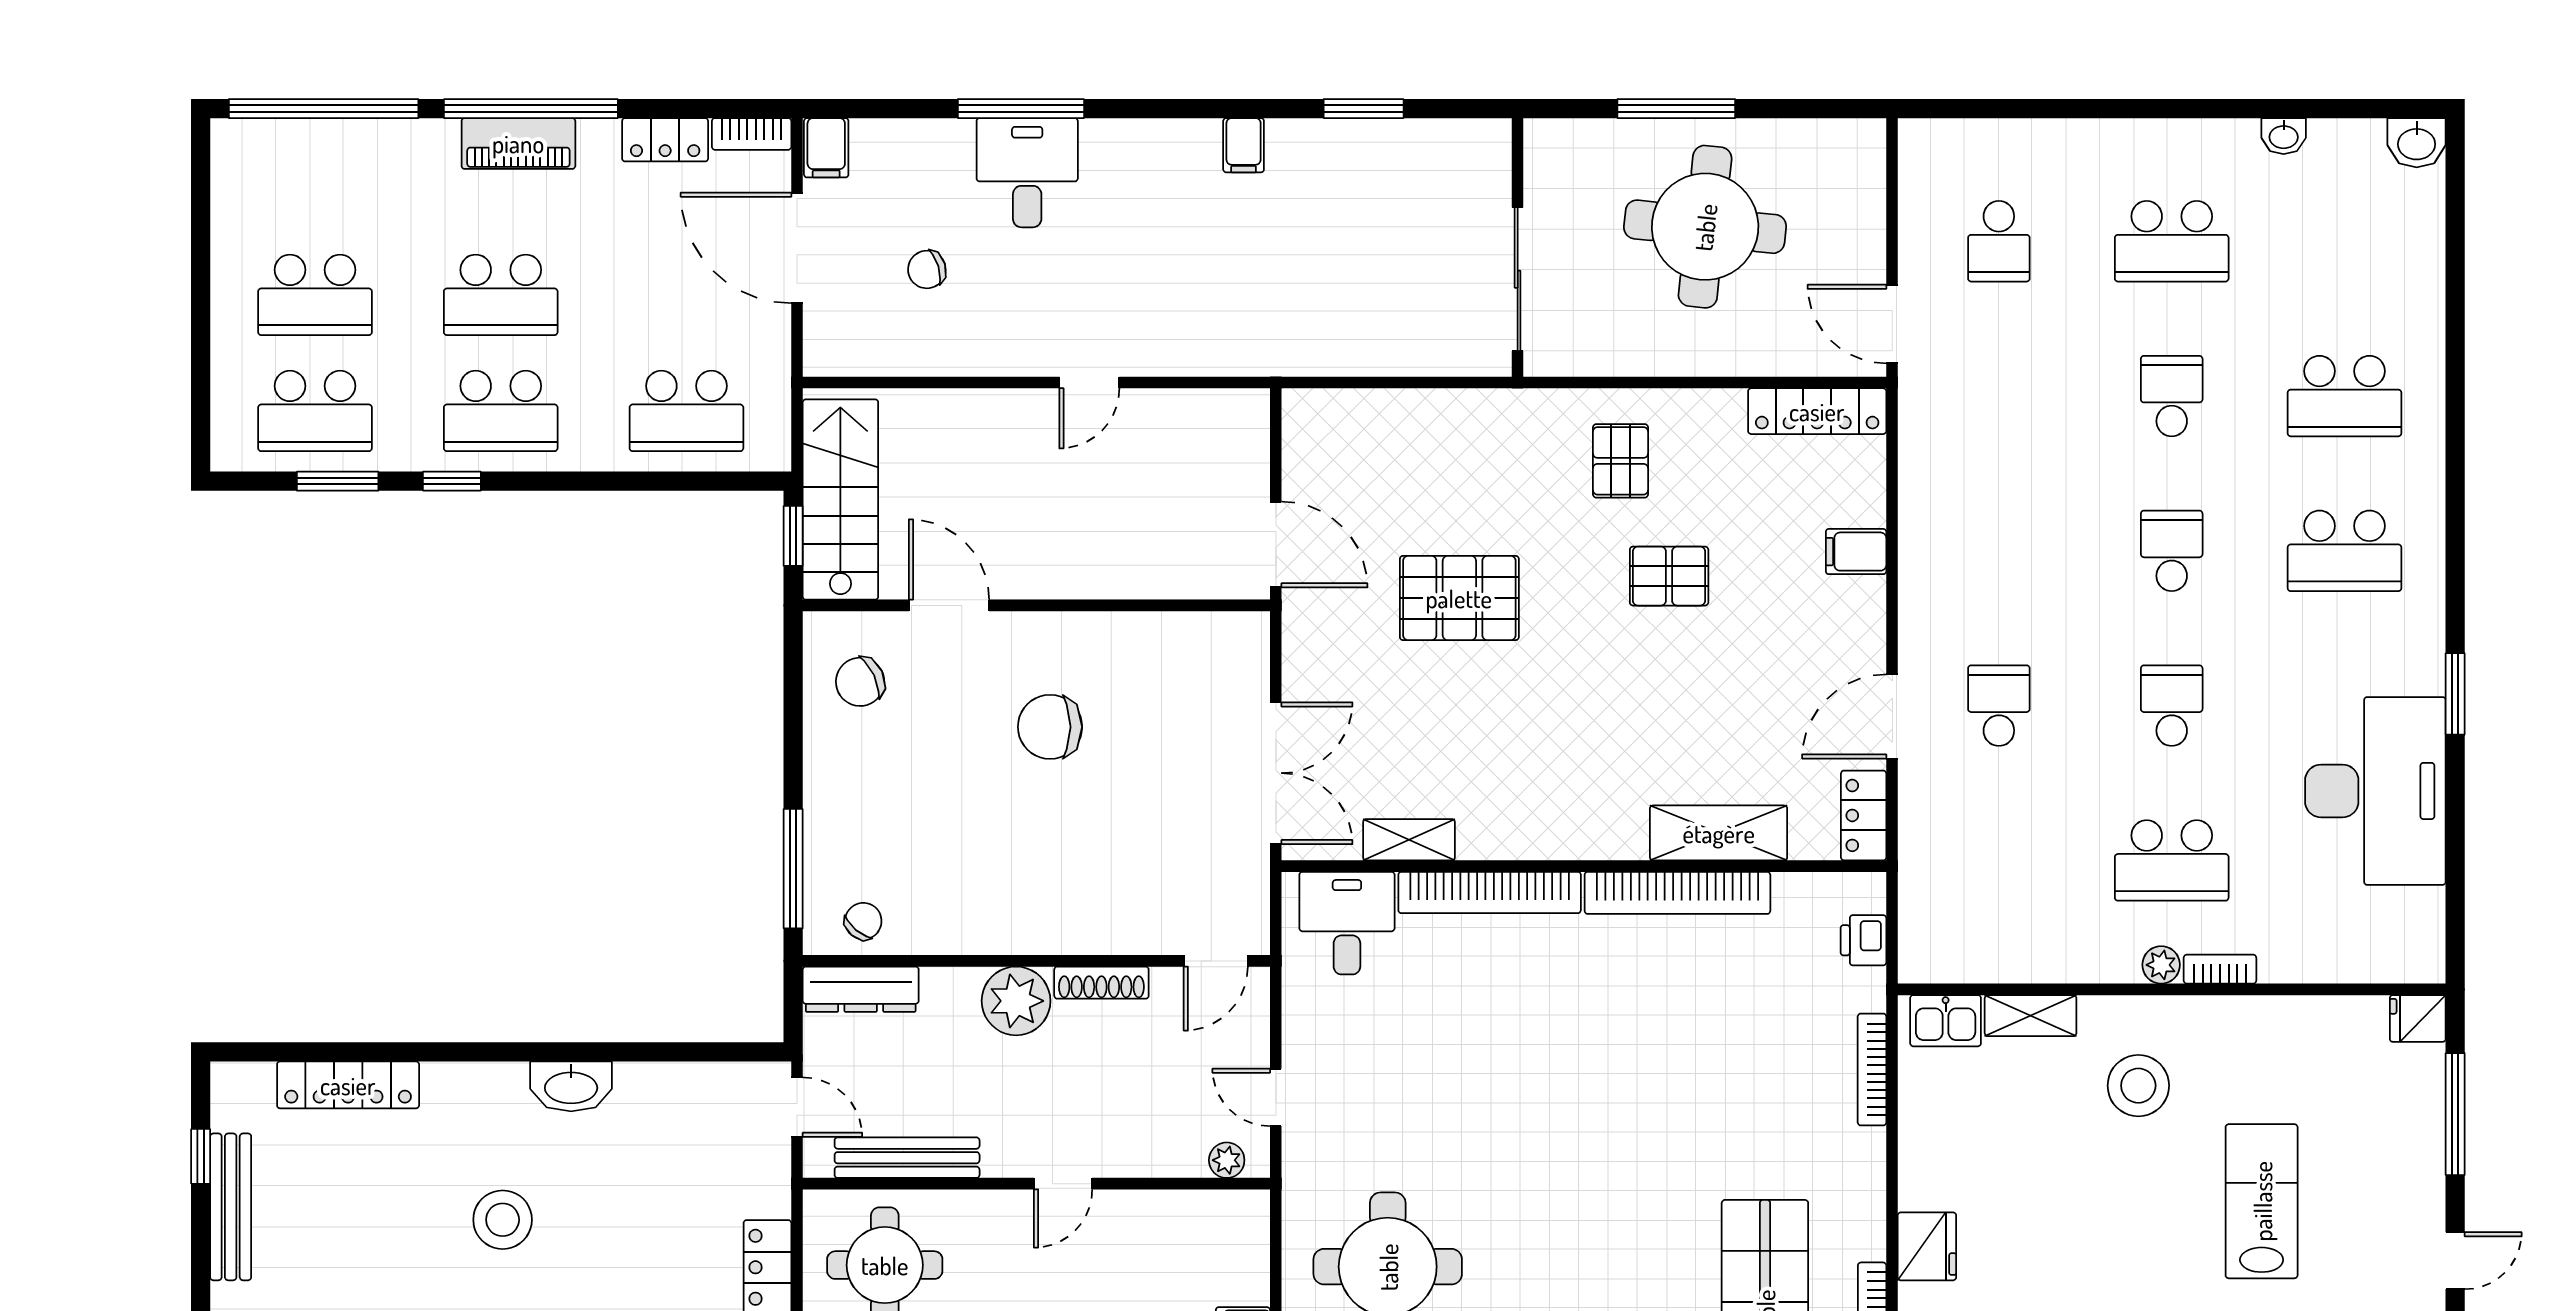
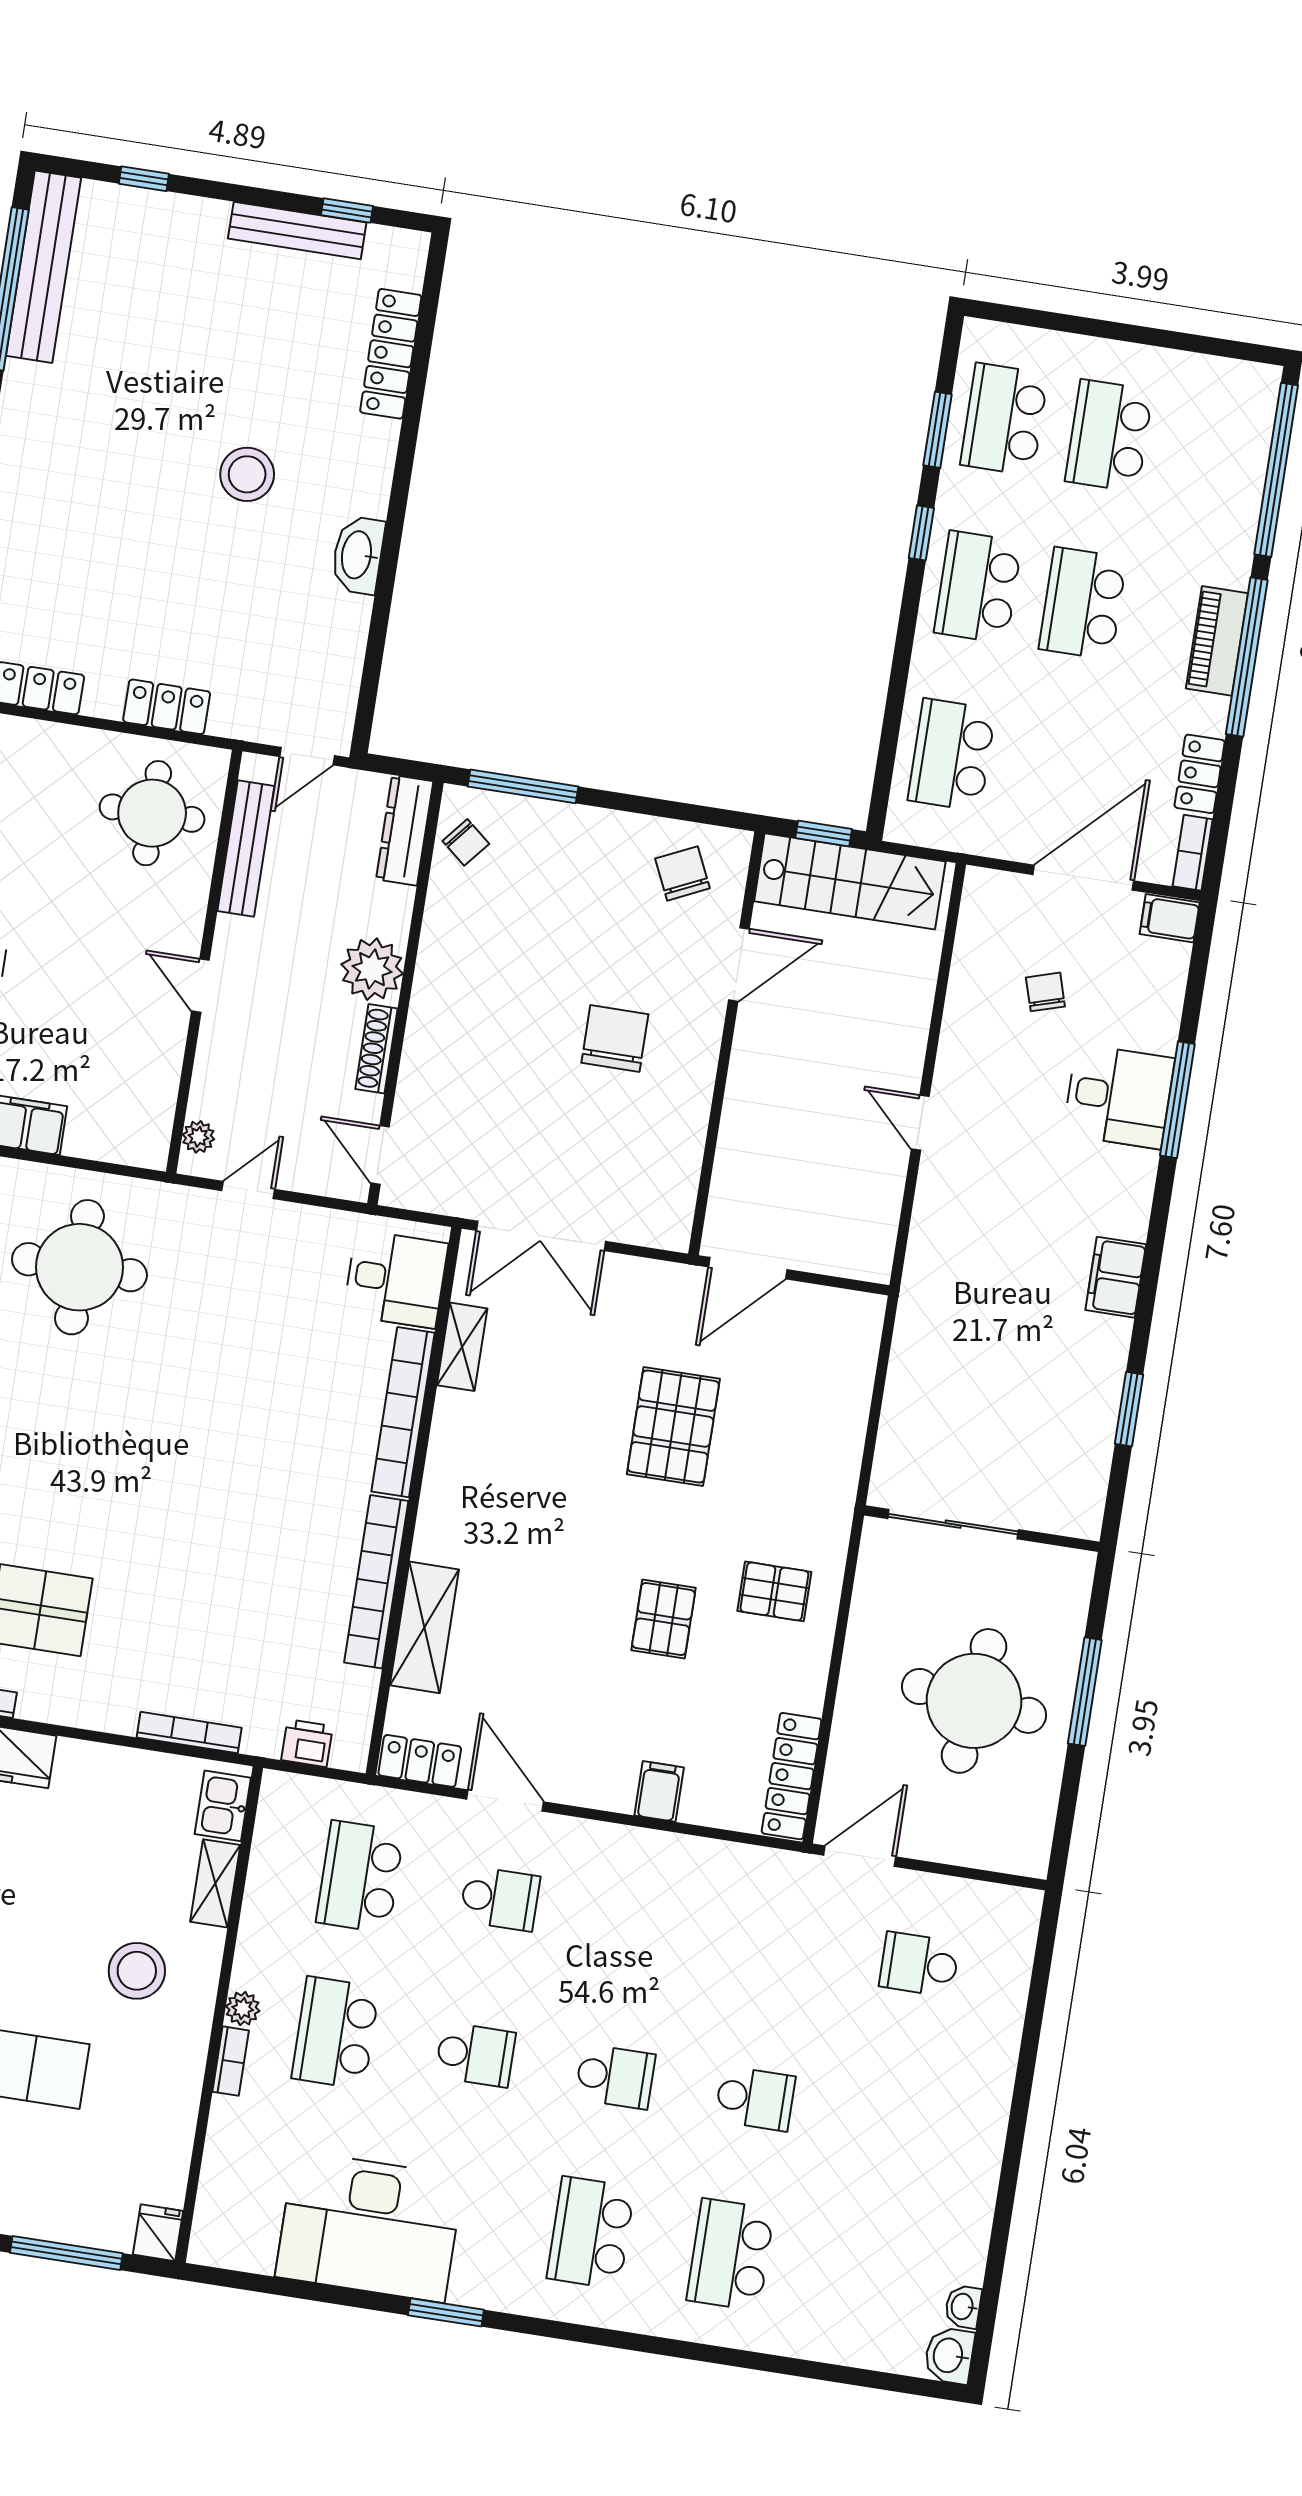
washbasin: (2284, 136) -> (963, 2307), moved
filing cabinet: (1244, 145) -> (1116, 1277), width x2.00
school desk: (2172, 241) -> (360, 1877), moved

